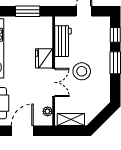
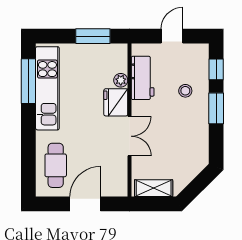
stool: (82, 71) -> (185, 91), moved, width x0.53, depth x0.53
plant: (47, 111) -> (121, 80), moved

